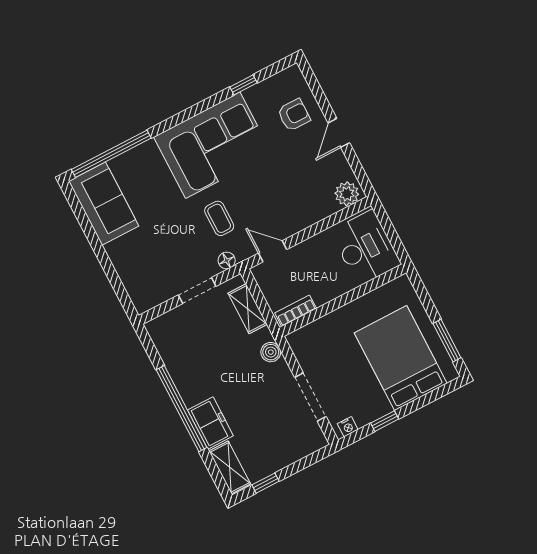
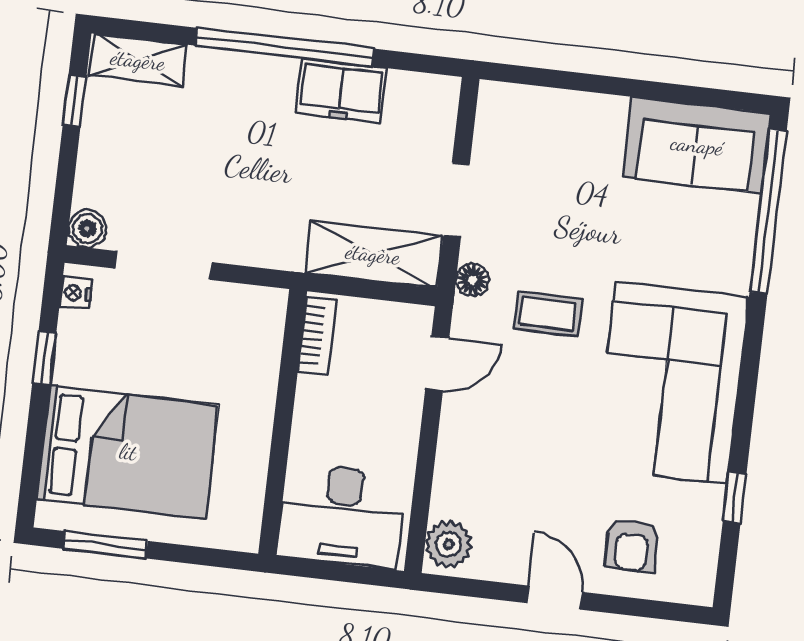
shelving: (248, 309) -> (373, 254), width x1.50, depth x1.33
boiler: (271, 352) -> (87, 229), moved
freezer: (210, 423) -> (341, 91), moved

